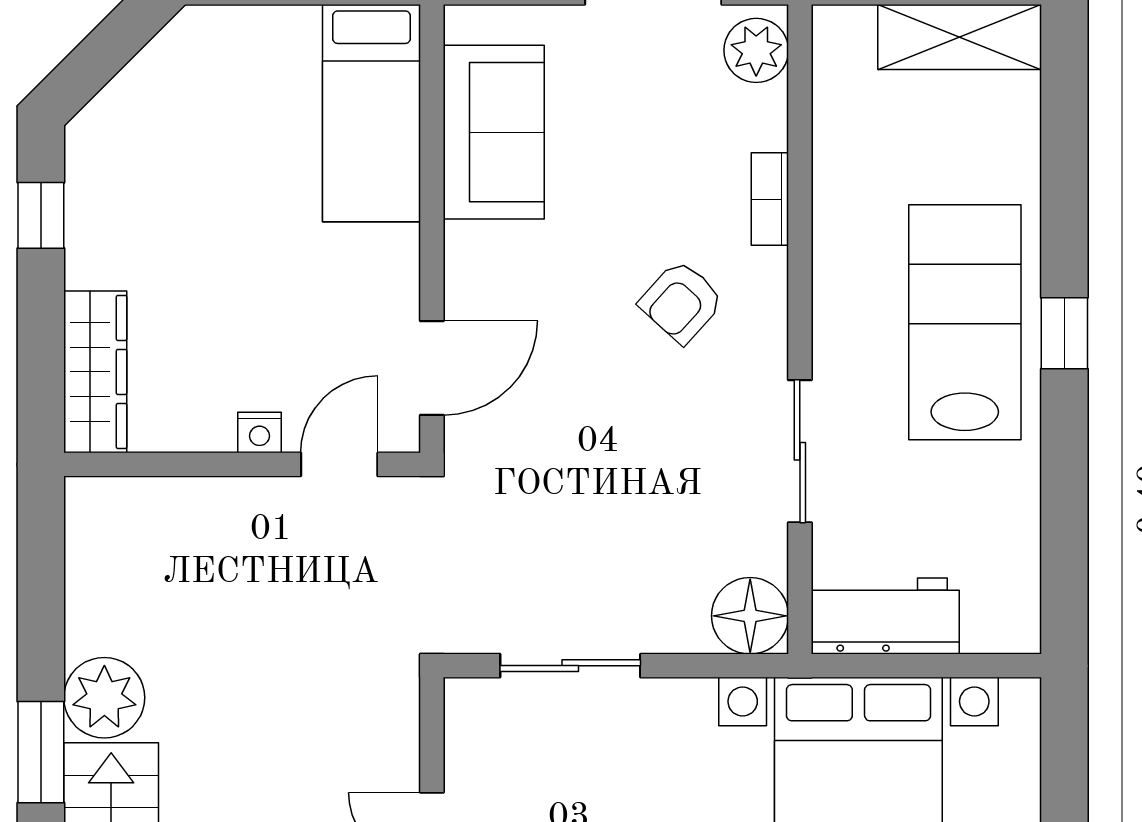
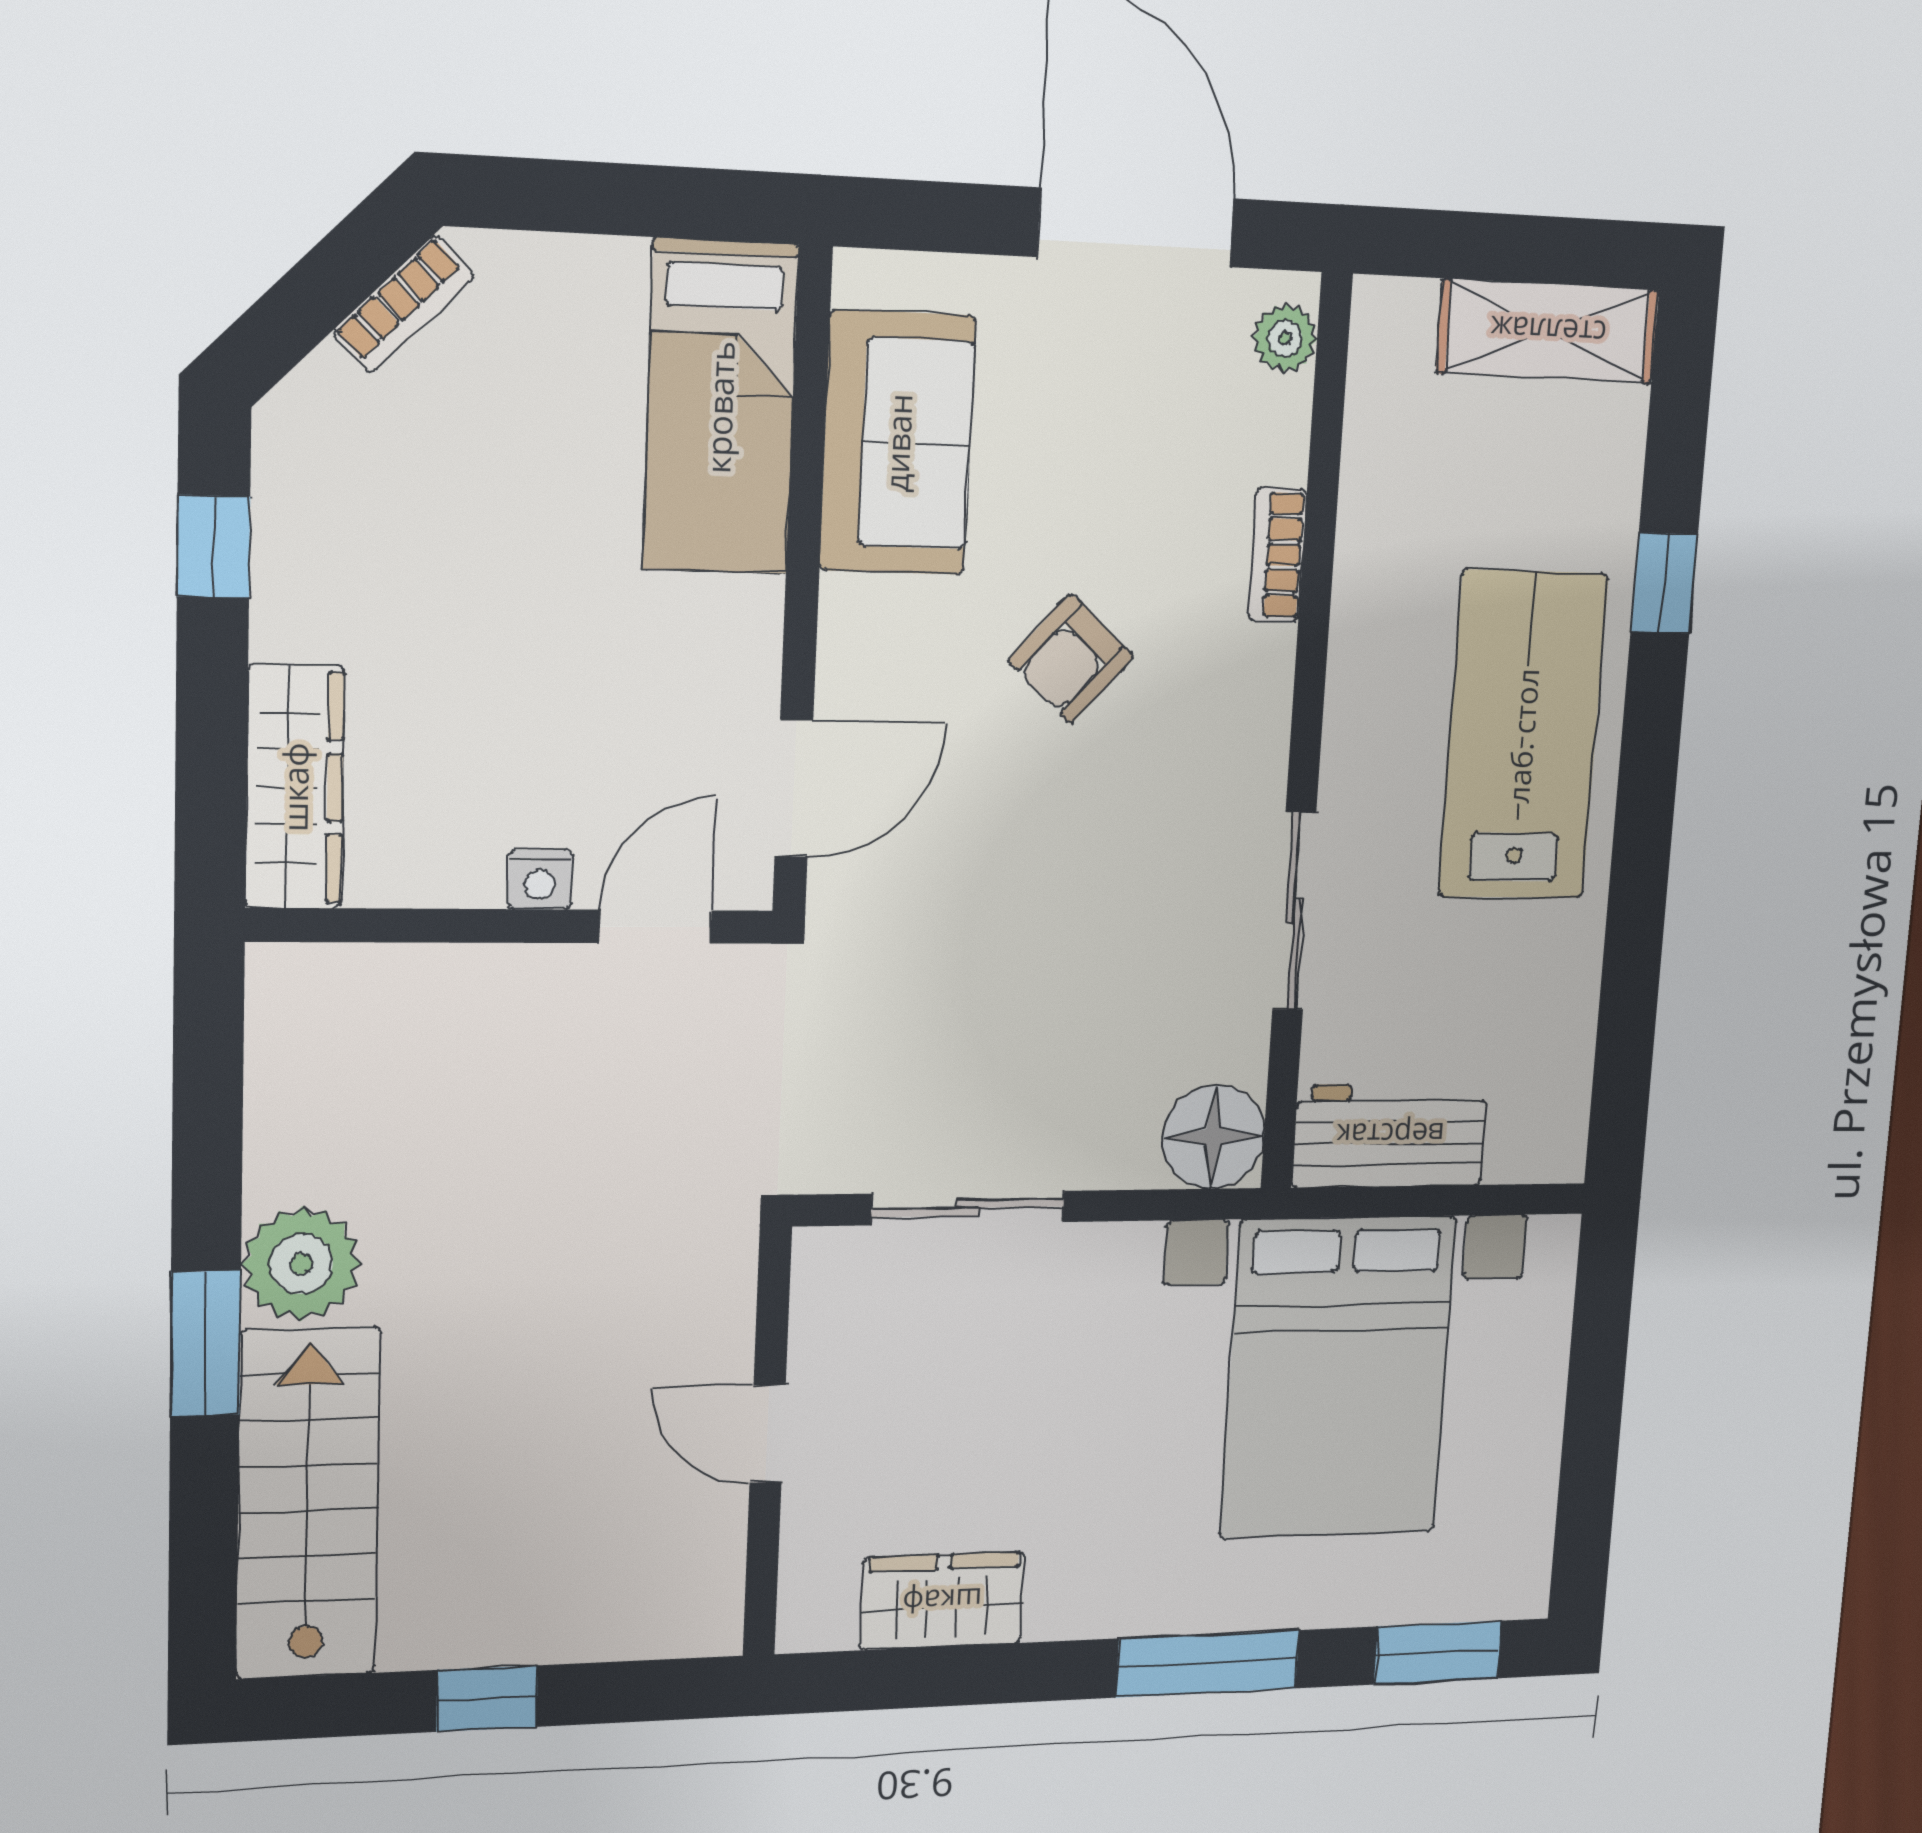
plant: (756, 50) -> (1285, 338), width x0.73, depth x0.73
bookcase: (160, 55) -> (403, 304), added
armchair: (681, 302) -> (1071, 659), moved
window: (1064, 333) -> (1664, 583), moved

